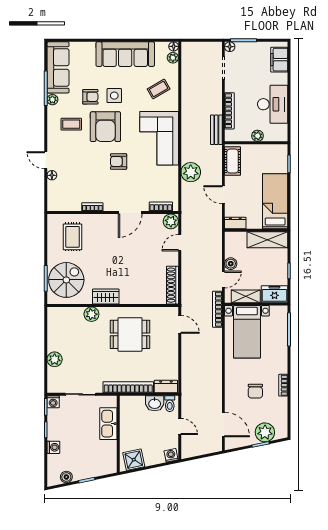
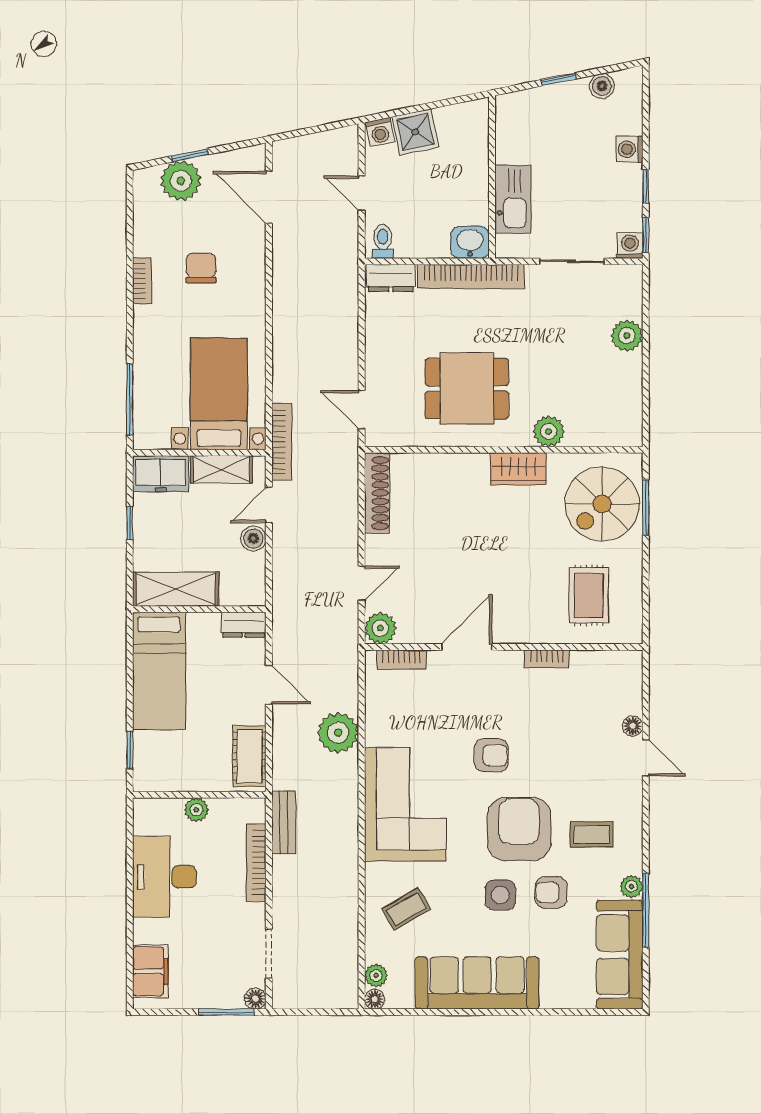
washbasin: (155, 403) -> (470, 242), moved
shower: (134, 460) -> (415, 132), moved

